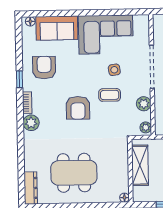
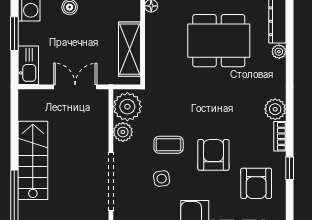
armchair: (78, 108) -> (213, 155), moved
plant: (146, 127) -> (127, 107), width x1.88, depth x1.88
plant: (29, 166) -> (279, 52), added

